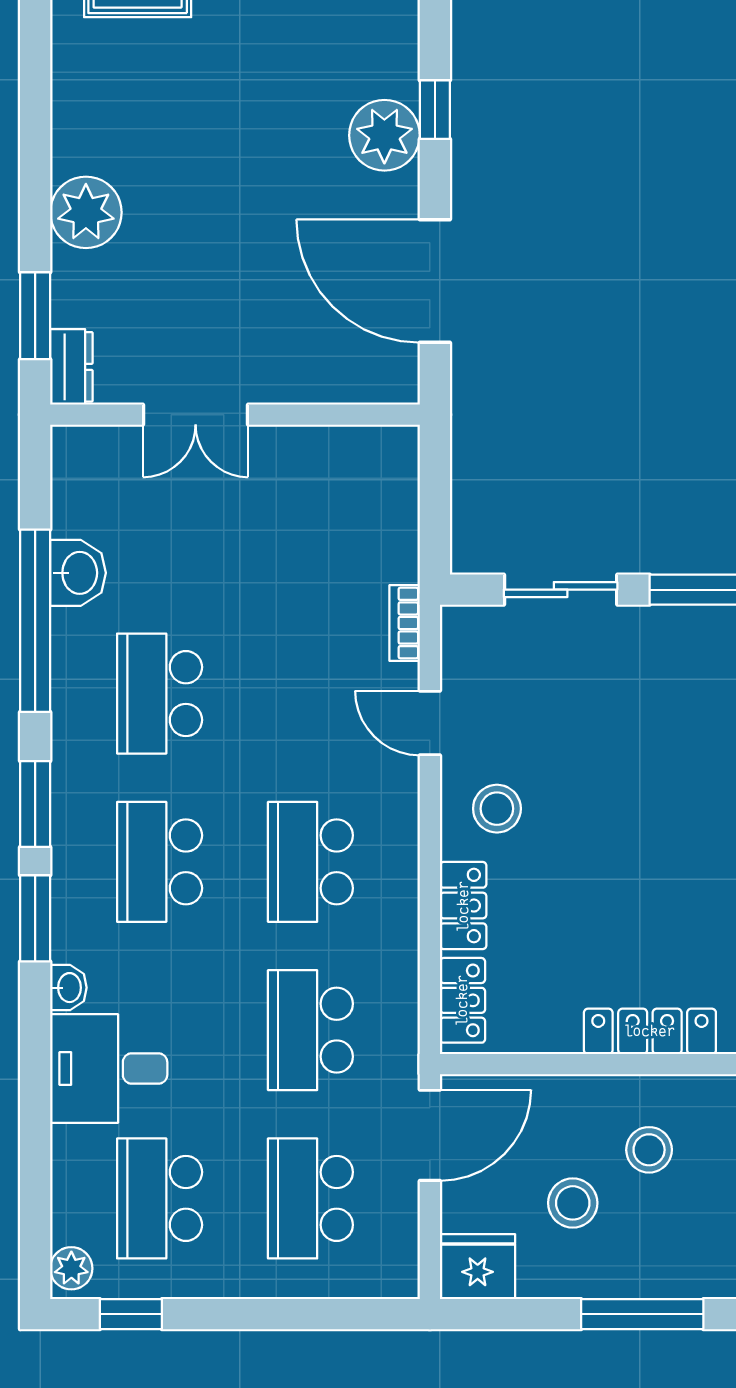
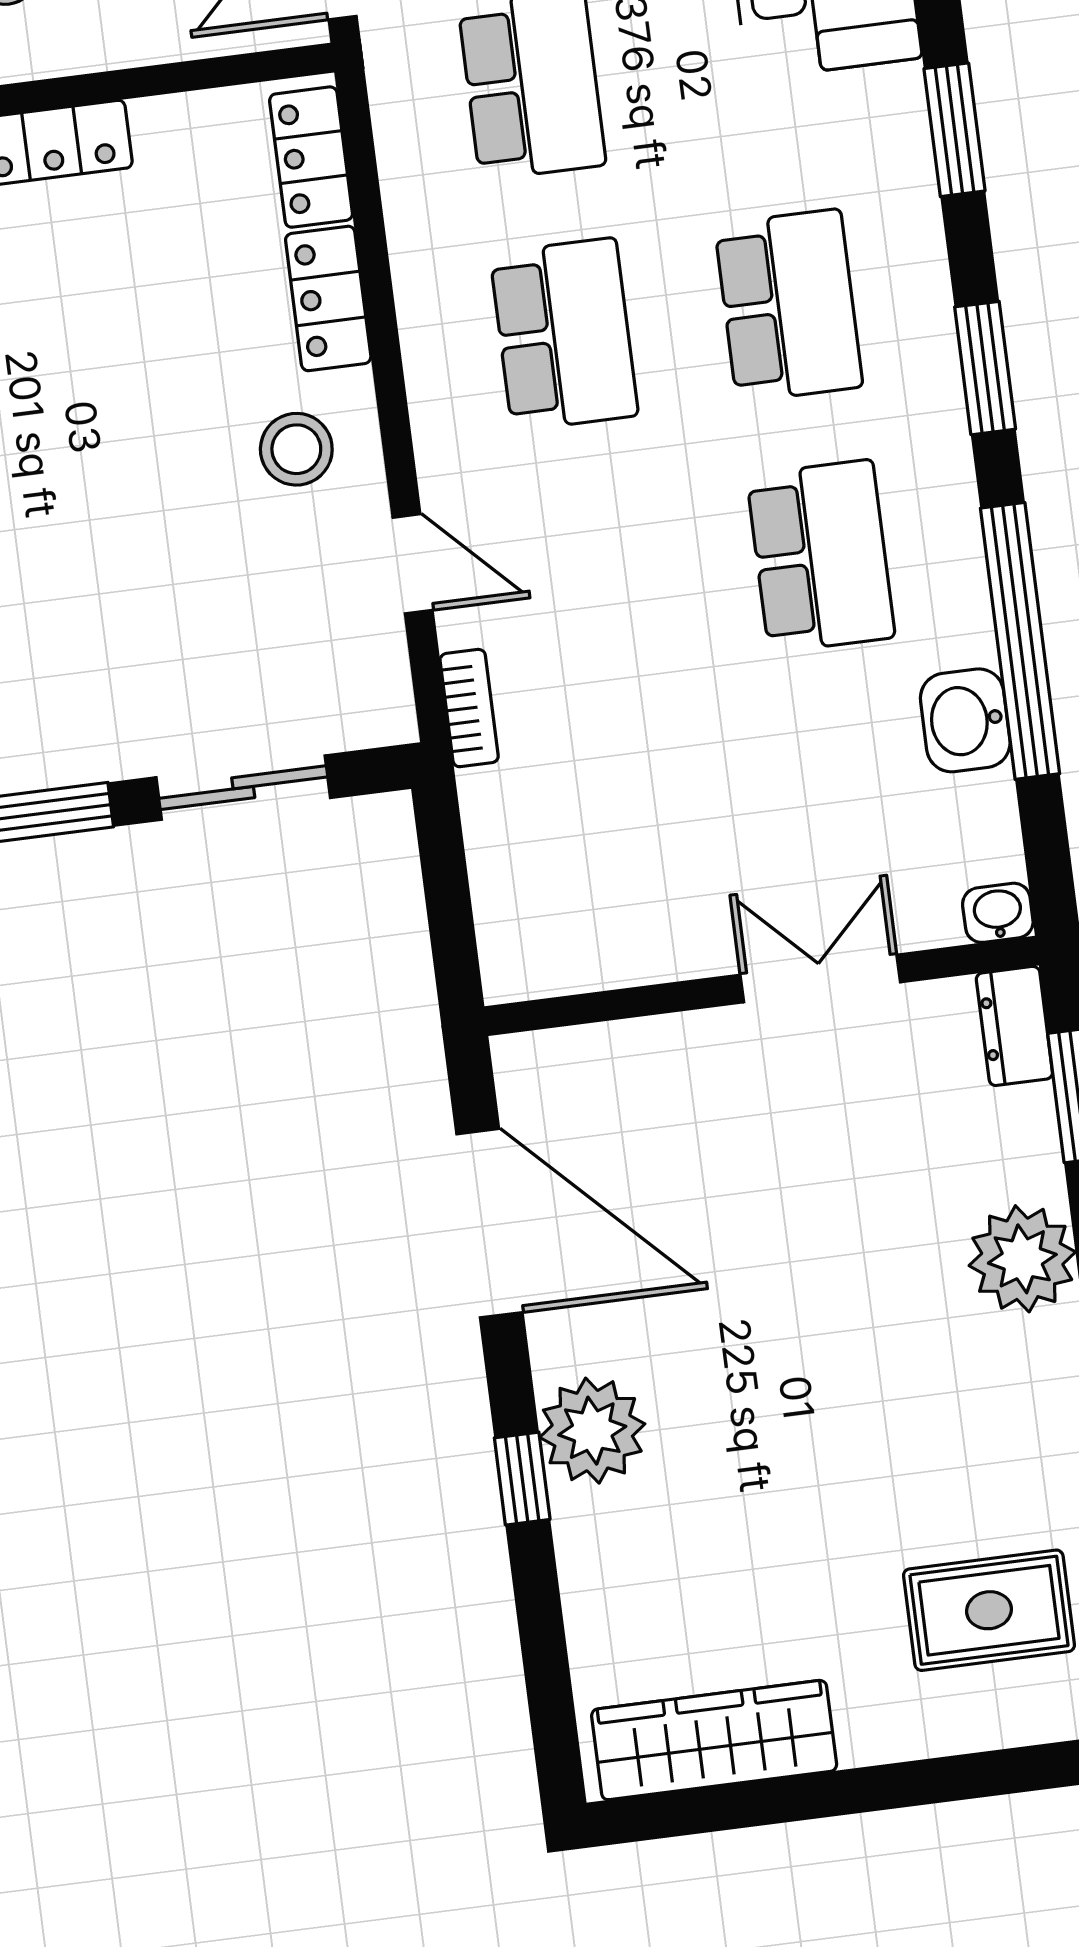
window: (35, 918) -> (954, 130), moved
washbasin: (68, 988) -> (998, 913), moved, turned 90

